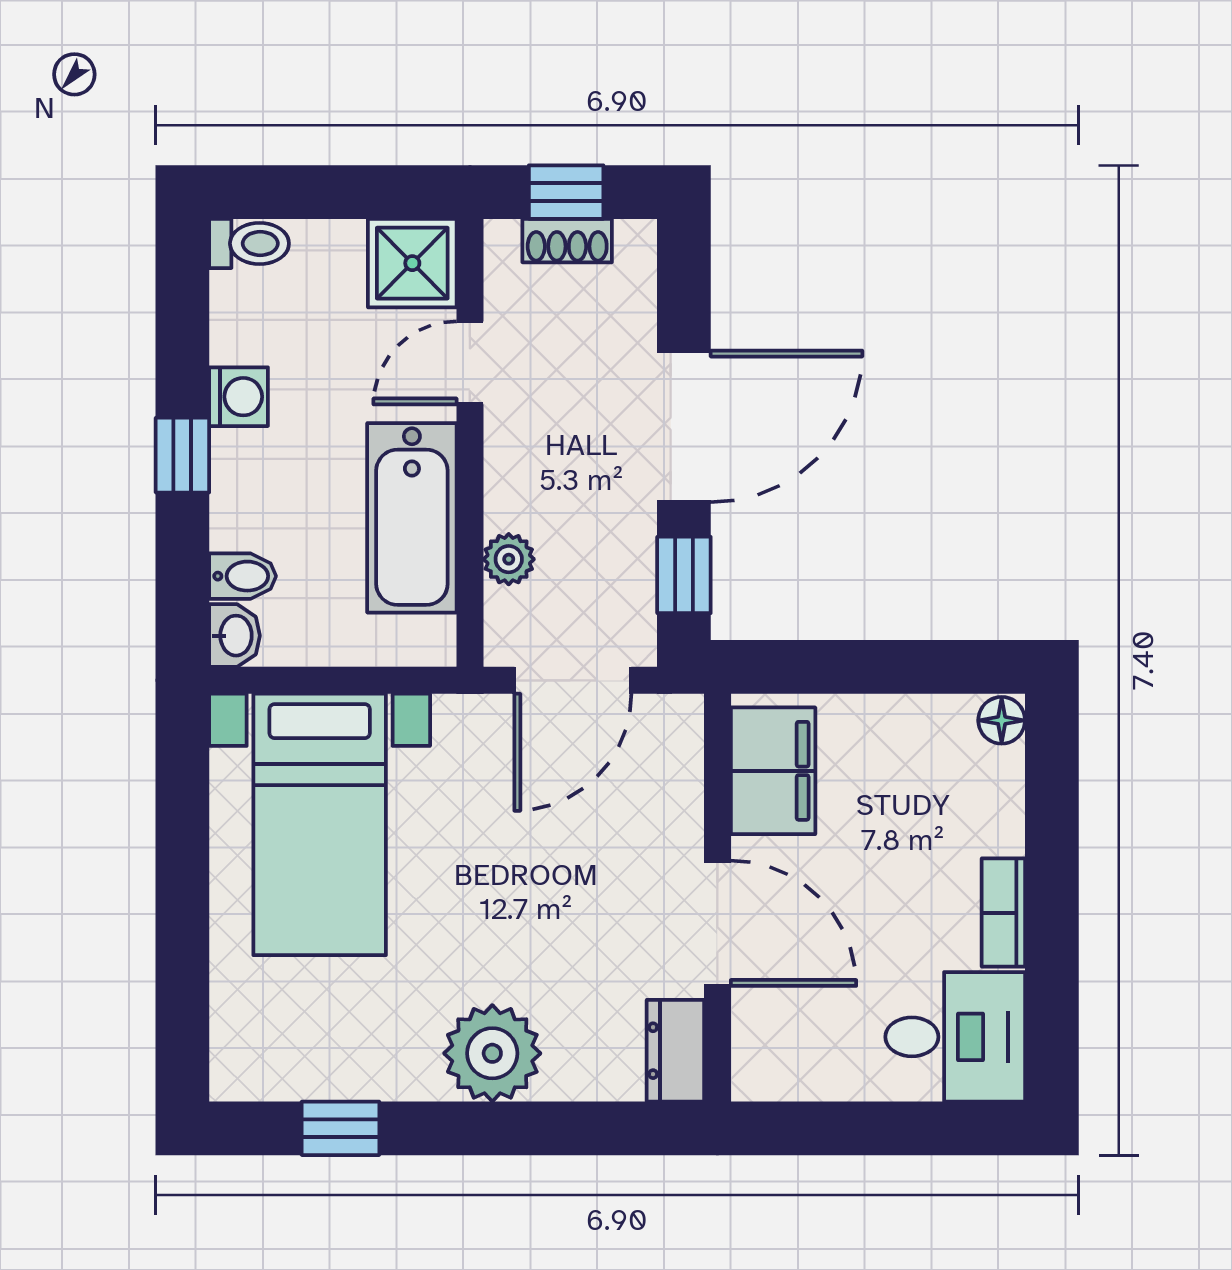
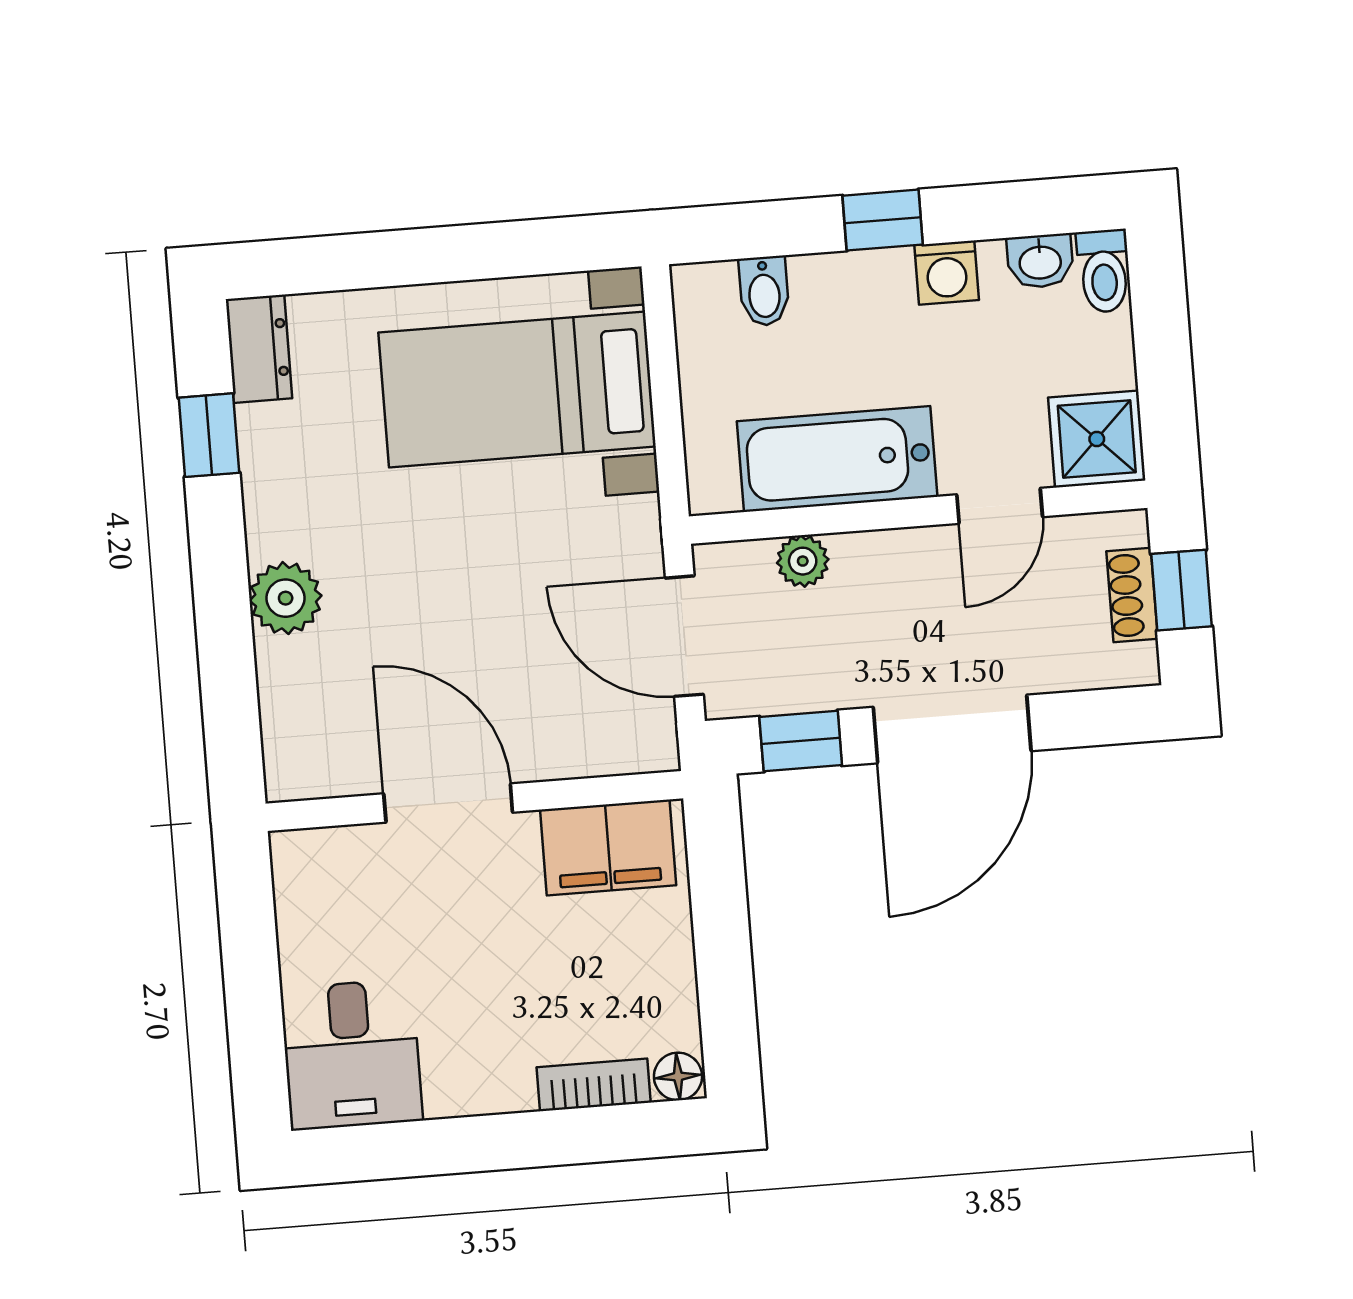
door: (470, 363) -> (1000, 506), swing flipped
door: (684, 426) -> (952, 729), hinge flipped
washbasin: (234, 636) -> (1040, 261), moved
bookcase: (1003, 913) -> (594, 1085), moved
door: (717, 923) -> (448, 803), swing flipped
dresser: (675, 1051) -> (259, 349), moved, turned 90
plant: (492, 1053) -> (286, 598), width x0.73, depth x0.73

